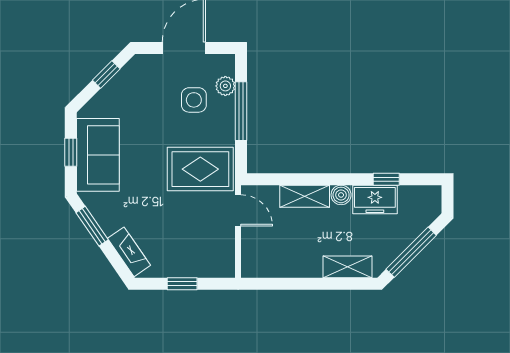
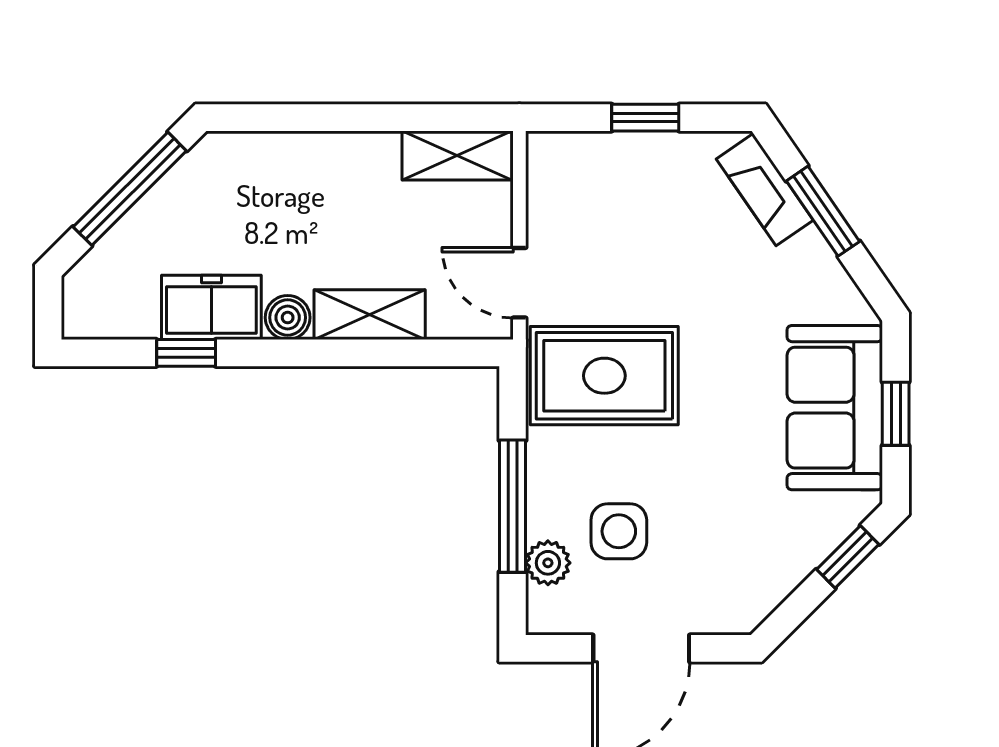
window: (106, 74) -> (848, 557), moved
window: (92, 226) -> (823, 211), moved
shelving: (347, 267) -> (457, 155), moved

